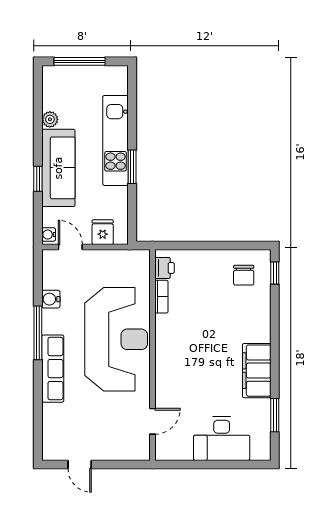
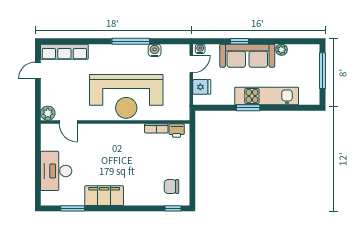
row of seats: (53, 369) -> (64, 52), moved
plant: (140, 450) -> (48, 113), added

